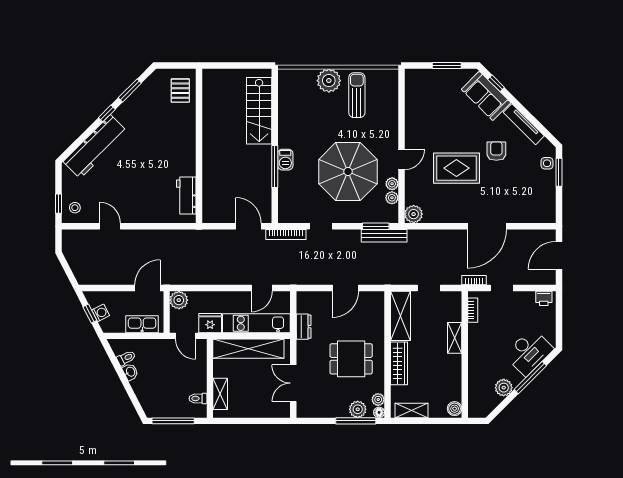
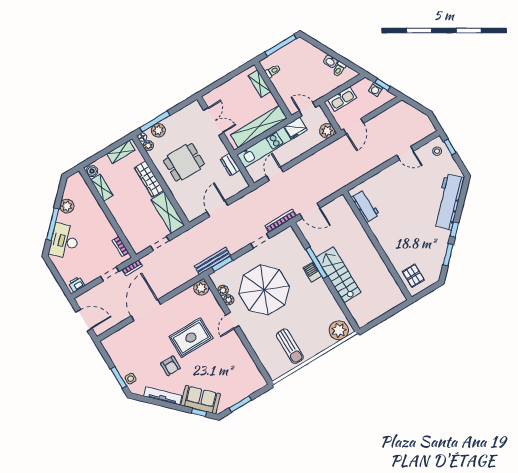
plant: (329, 81) -> (339, 330), moved
stairs: (259, 111) -> (339, 275), moved
door: (559, 255) -> (84, 320), hinge flipped
shelving: (455, 338) -> (102, 188), moved

